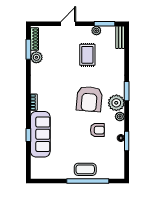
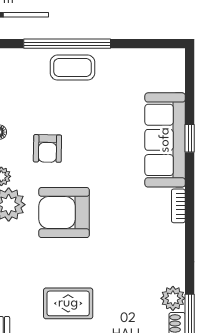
rug: (87, 55) -> (68, 303), turned 90
armchair: (89, 99) -> (64, 213), turned -95
armchair: (97, 130) -> (47, 148), turned -89

